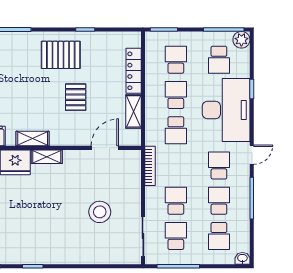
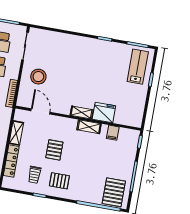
pallet: (61, 55) -> (59, 181), width x0.67, depth x0.71
trolley: (97, 57) -> (34, 175), added
door: (105, 148) -> (40, 111), swing flipped
stool: (100, 212) -> (38, 77), moved

